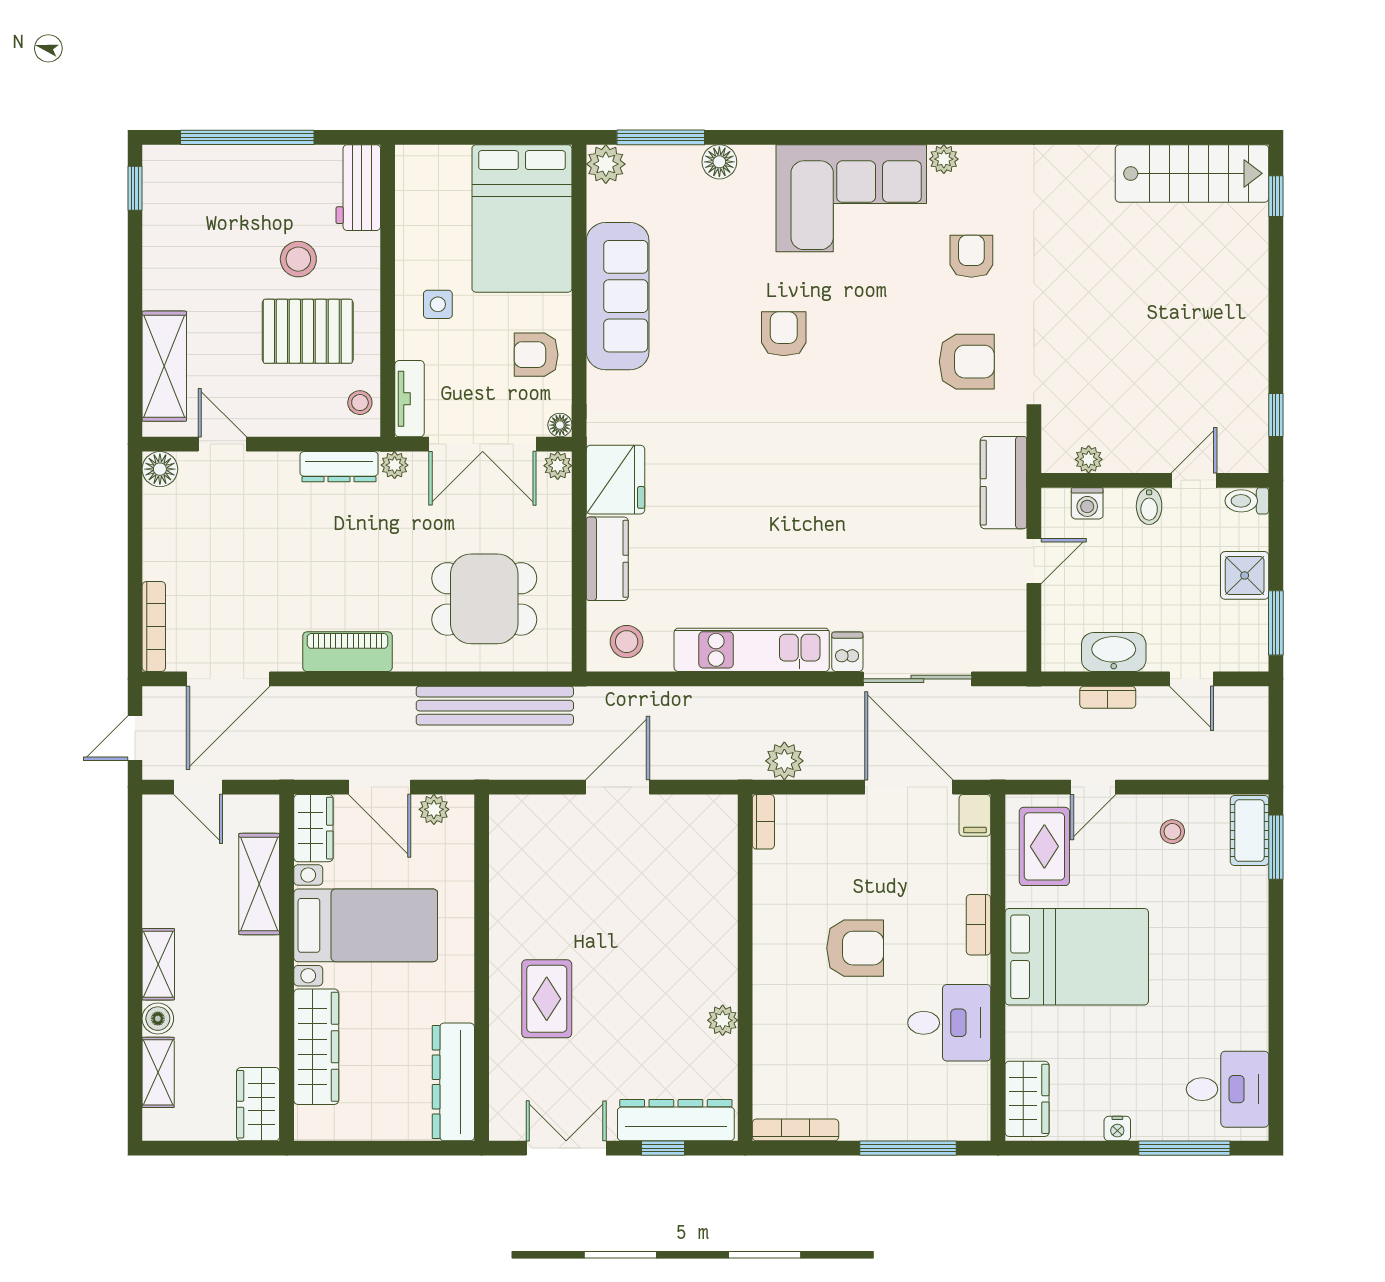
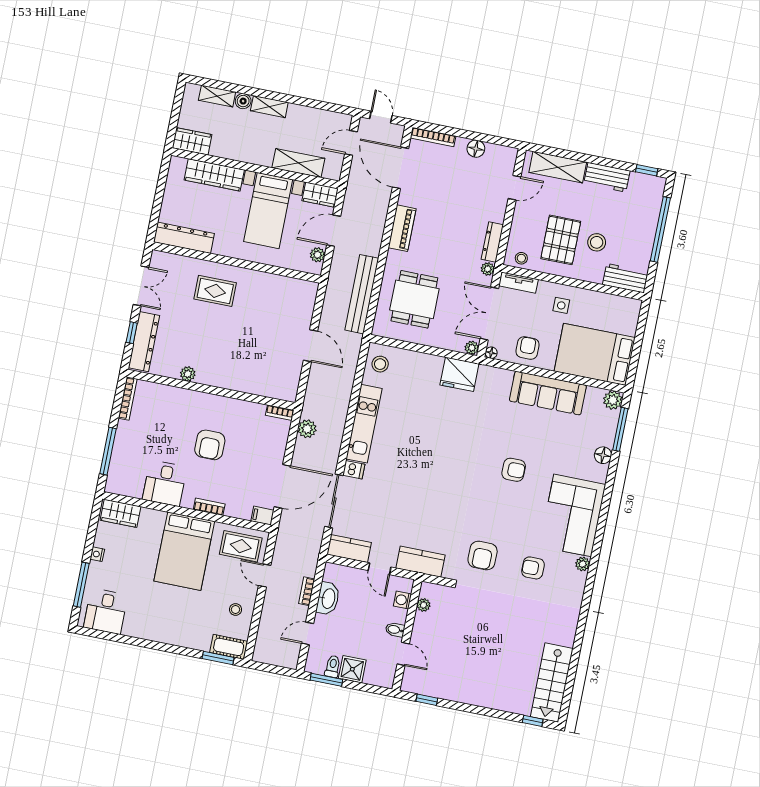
armchair: (971, 256) -> (533, 568), turned 180
workbench: (165, 265) -> (607, 177), added
floor lamp: (160, 469) -> (476, 149), moved
toilet: (1247, 501) -> (333, 666), moved
kitchen counter: (607, 559) -> (349, 548), moved, turned 180

